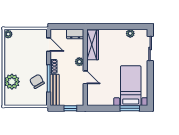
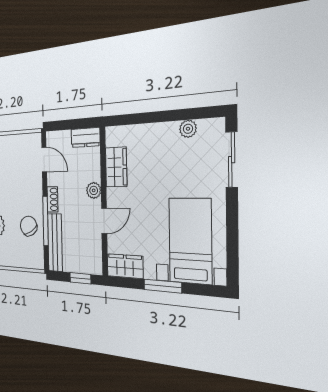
wardrobe: (93, 45) -> (116, 167), width x0.67
door: (85, 77) -> (104, 221), hinge flipped
wardrobe: (97, 100) -> (125, 266), added
window: (130, 108) -> (163, 286), moved

